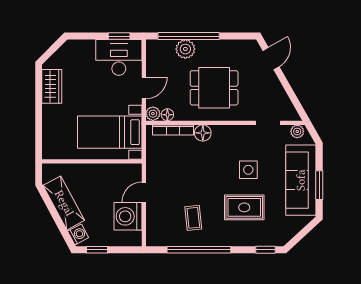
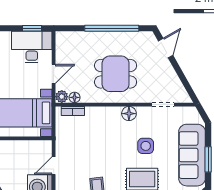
window: (189, 36) -> (112, 28), moved
plant: (185, 49) -> (90, 40), removed
bookcase: (173, 130) -> (73, 111), width x0.64
plant: (297, 131) -> (189, 112), removed
floor lamp: (203, 133) -> (129, 114), moved

